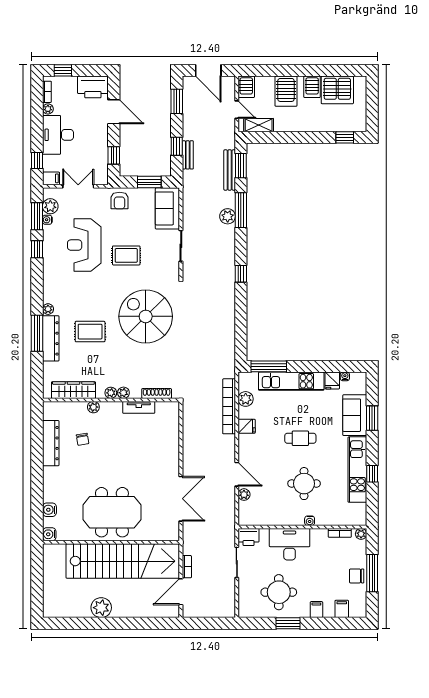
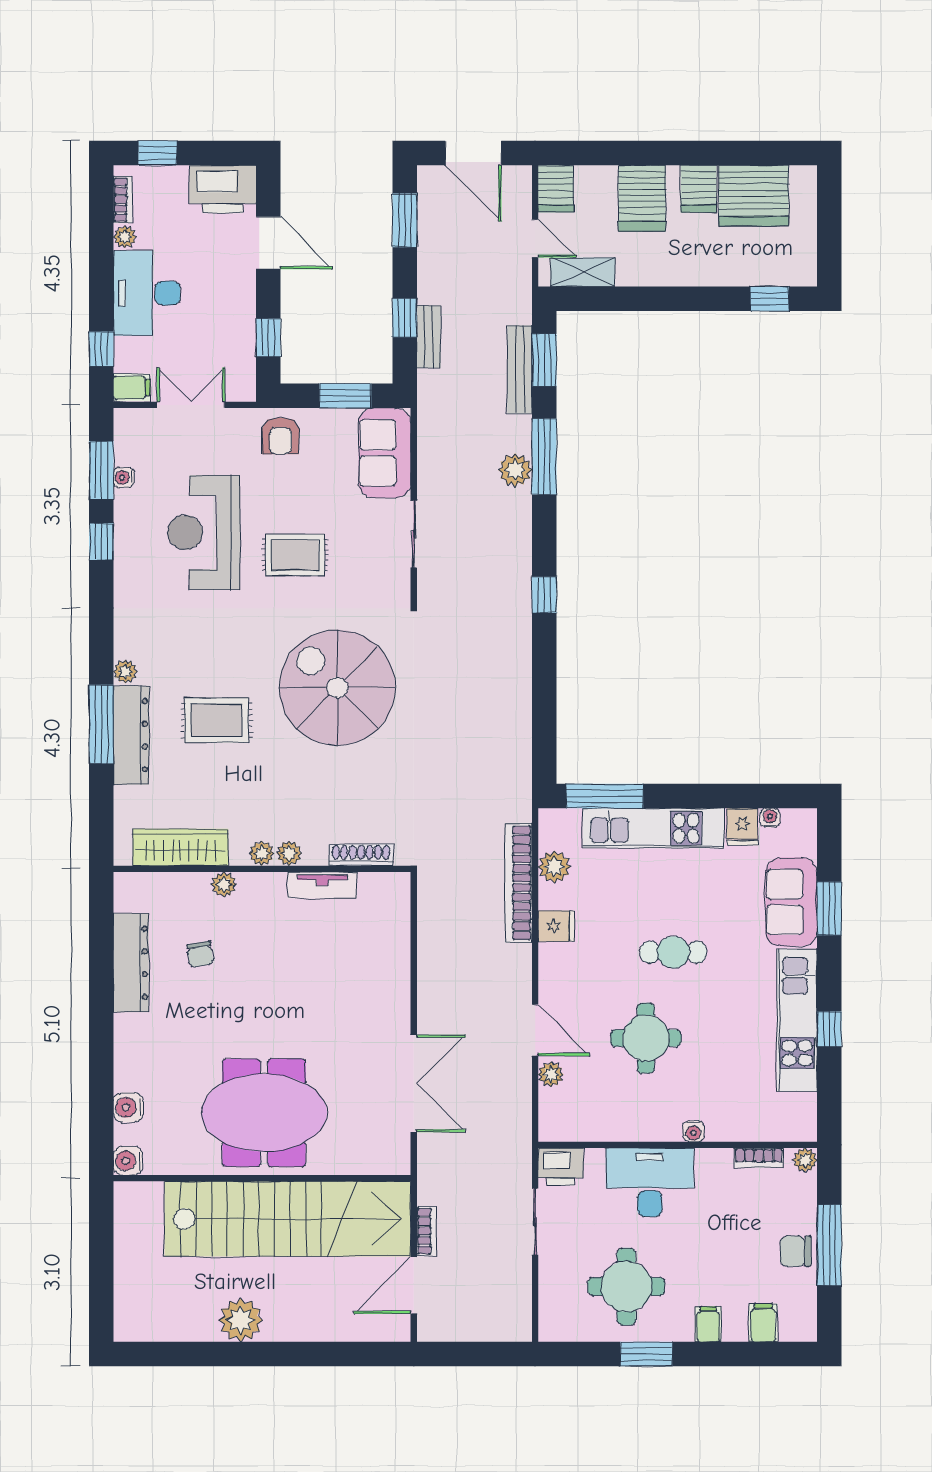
plant: (50, 206) -> (130, 448), removed
round table: (304, 484) -> (646, 1038), moved

